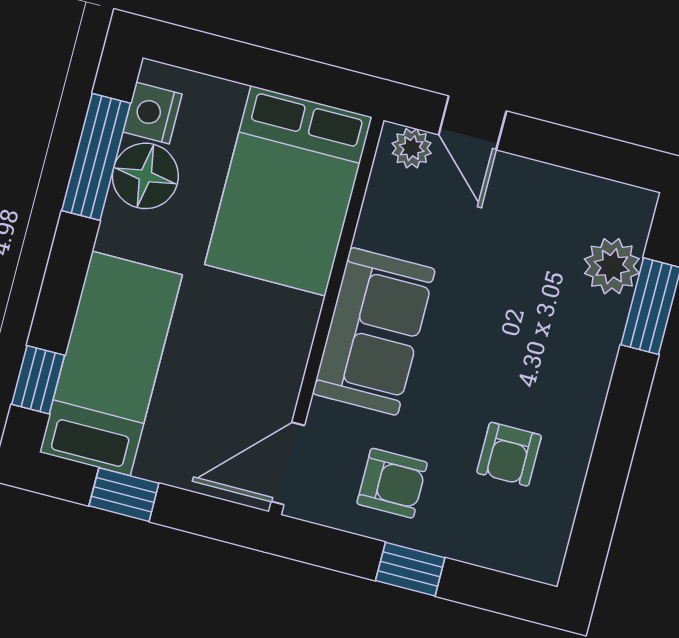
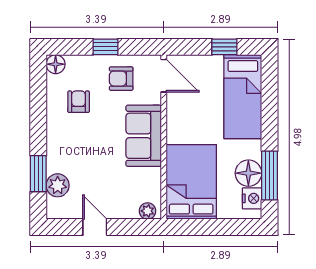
door: (472, 123) -> (95, 227), moved
window: (38, 380) -> (270, 83), removed
door: (288, 464) -> (164, 76), hinge flipped
floor lamp: (541, 559) -> (56, 64), added

